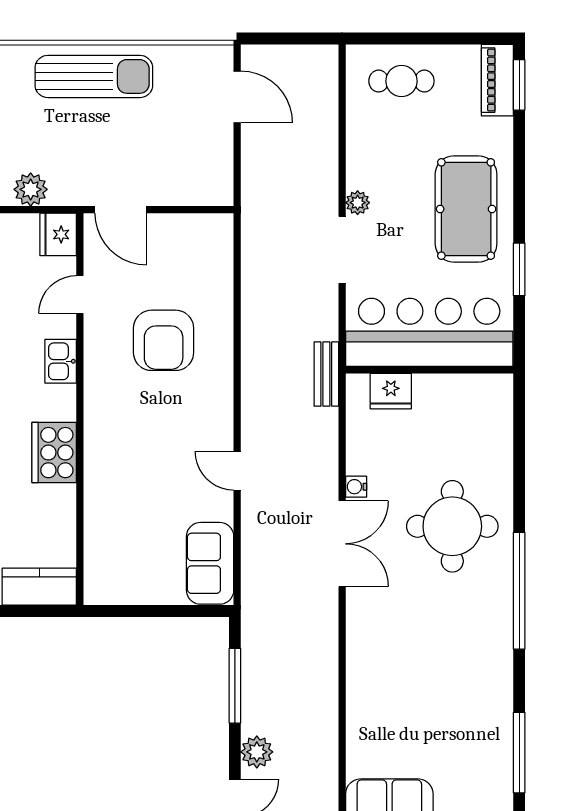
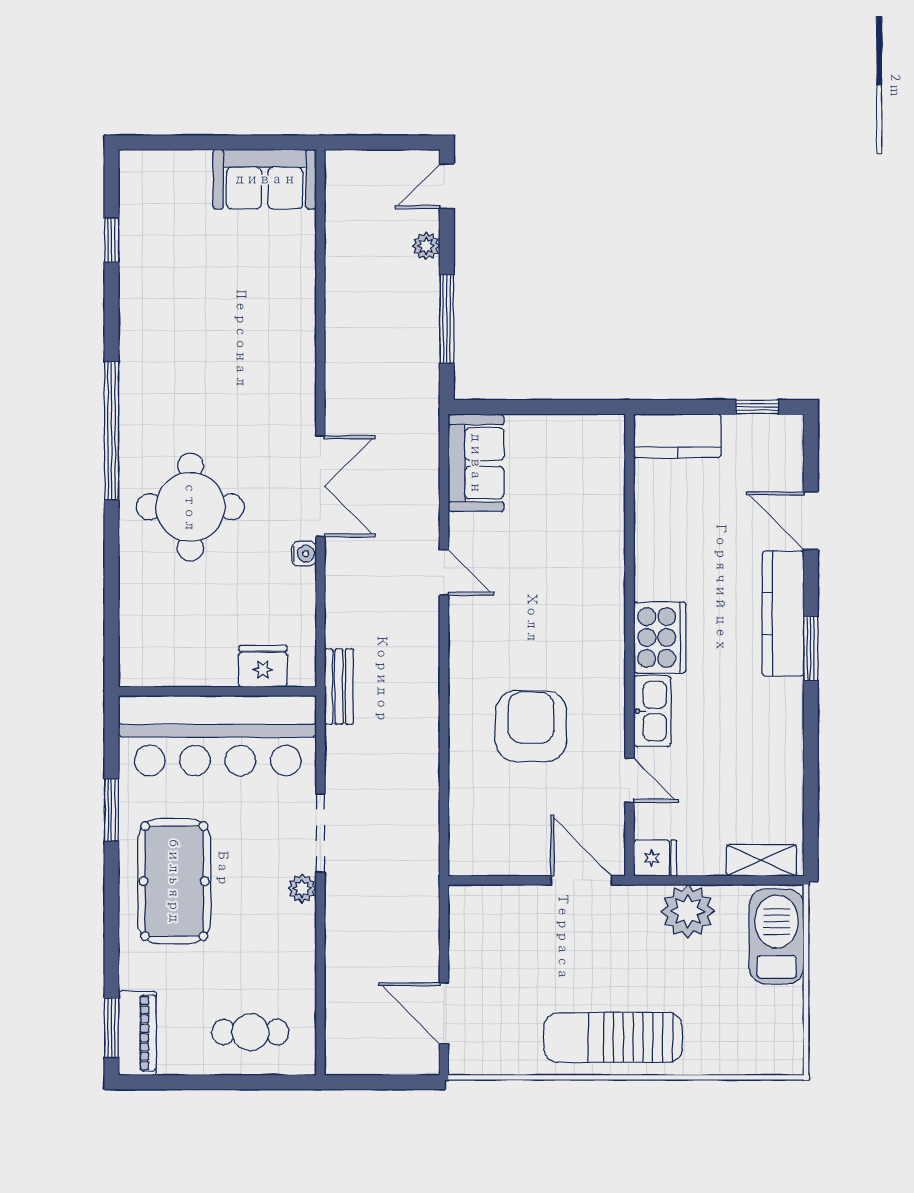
plant: (31, 189) -> (688, 911), width x1.36, depth x1.36
fridge: (58, 234) -> (655, 858), width x0.72
door: (80, 295) -> (630, 780), hinge flipped
kitchen sink: (61, 361) -> (652, 711), width x1.38
cooker: (54, 453) -> (660, 637), moved
double door: (342, 544) -> (320, 486), swing flipped
plant: (257, 752) -> (426, 246), width x0.73, depth x0.73
window: (519, 753) -> (112, 240), width x0.46

